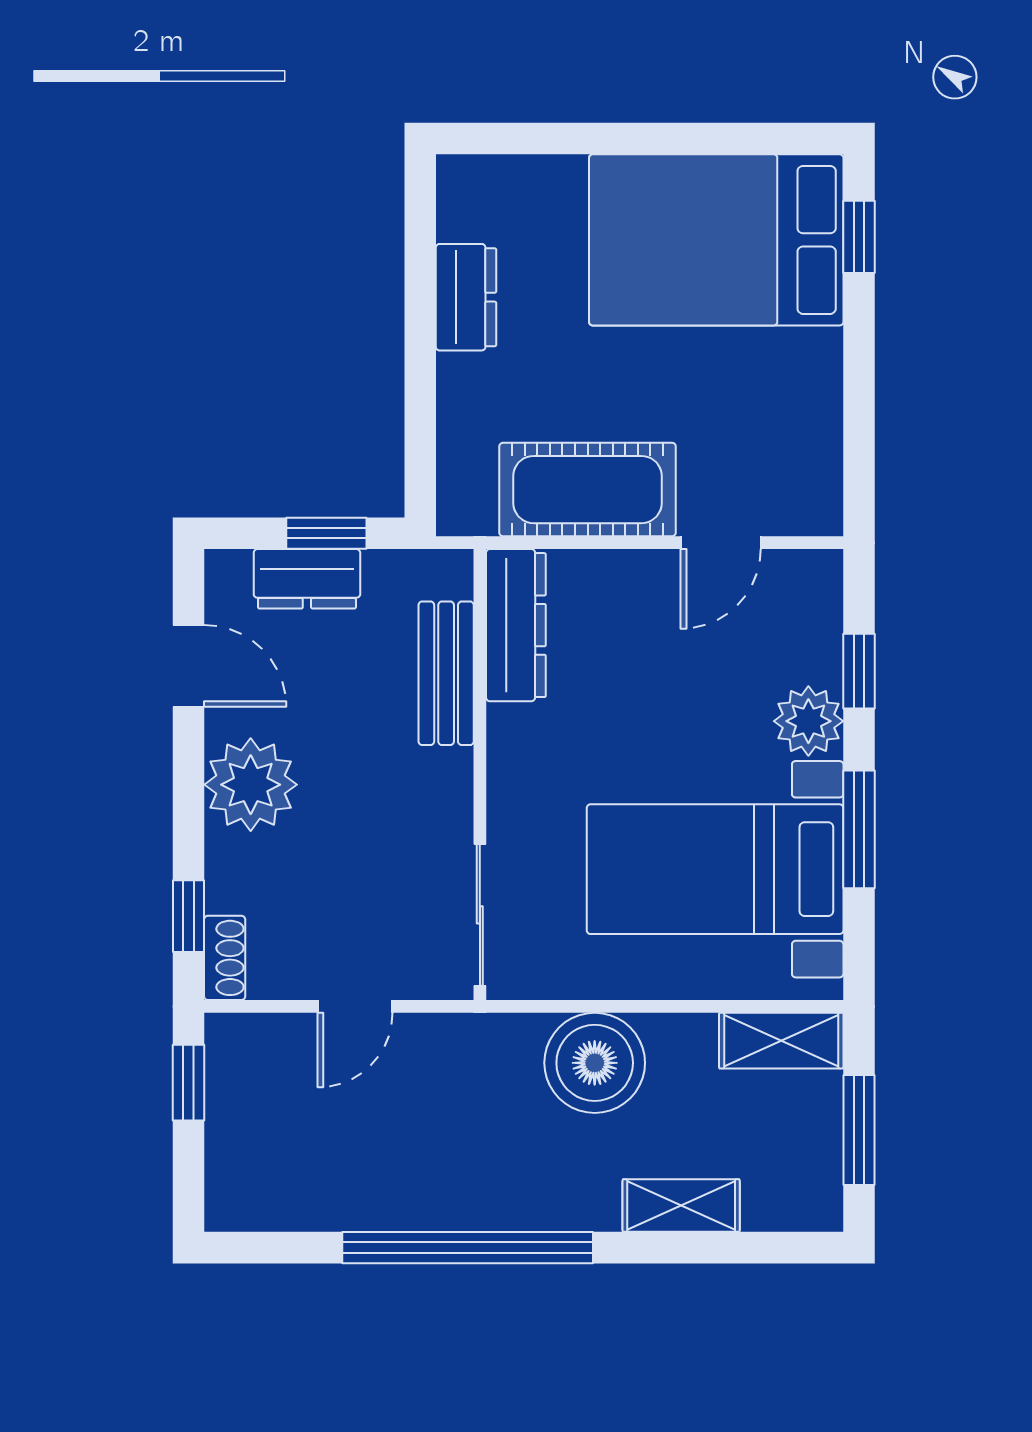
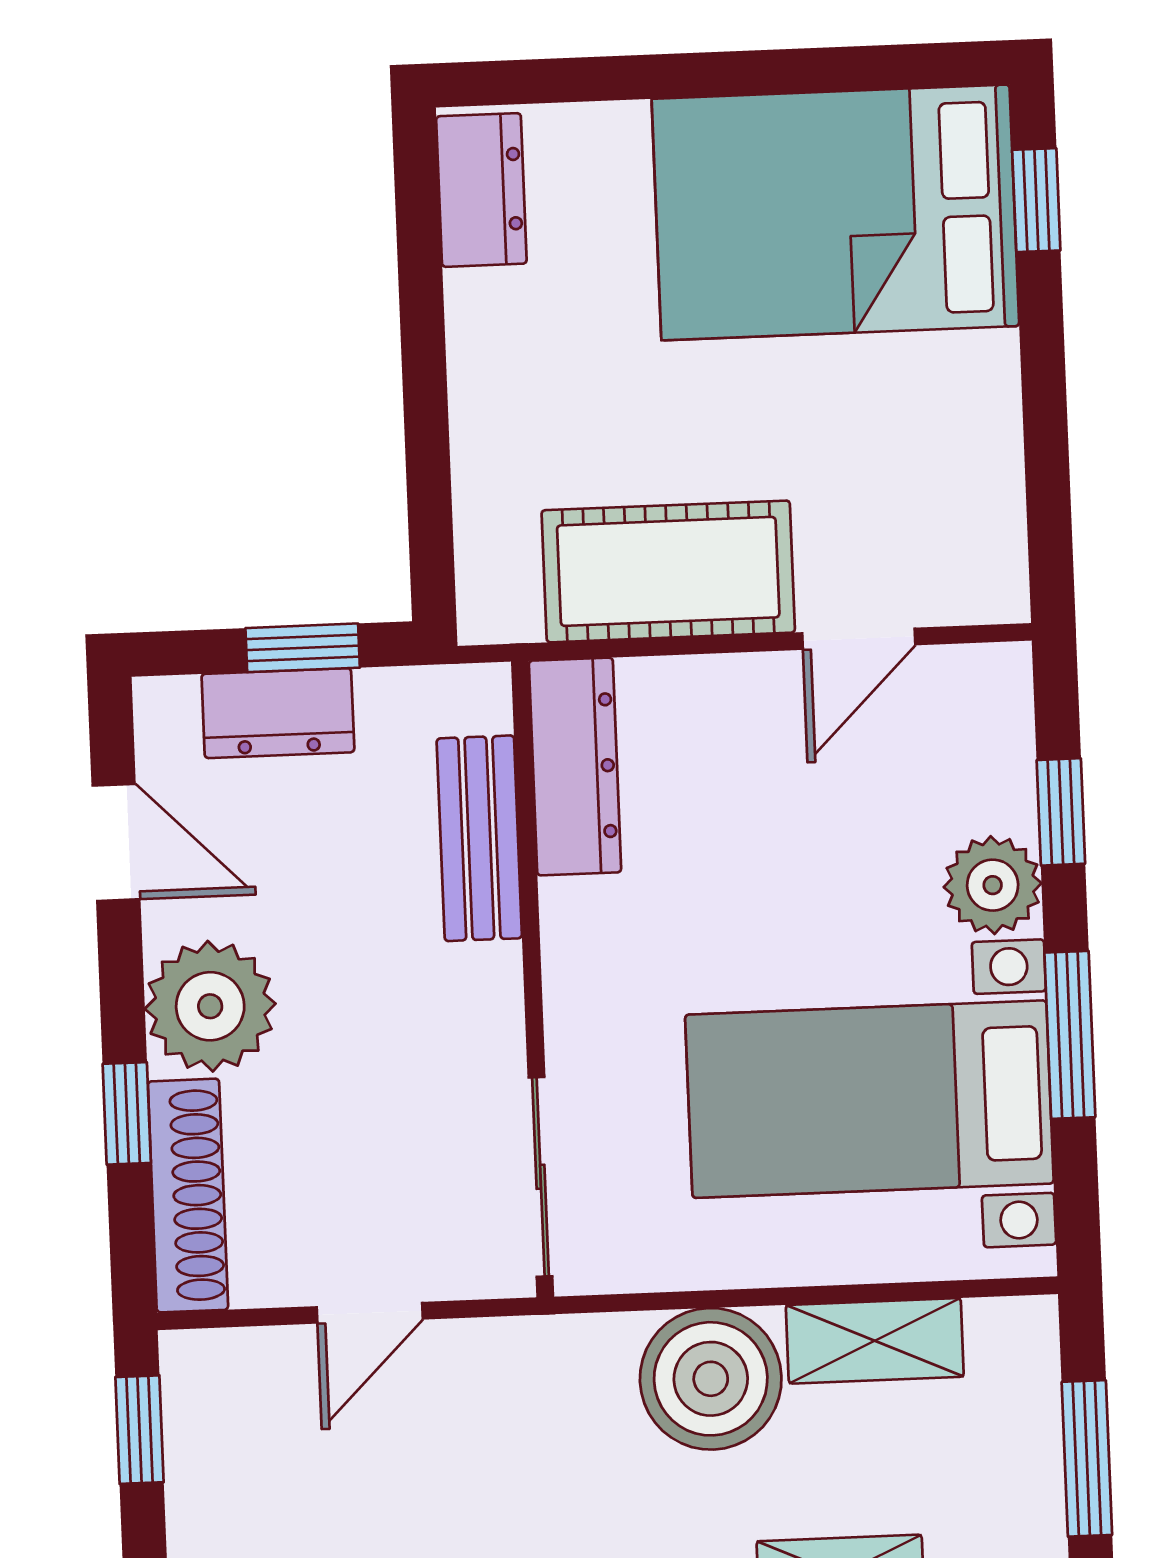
dresser: (466, 297) -> (481, 190), moved
window: (188, 916) -> (127, 1113), moved
shoe rack: (225, 958) -> (188, 1196), width x1.94, depth x1.24
shelving: (781, 1041) -> (875, 1341), moved

